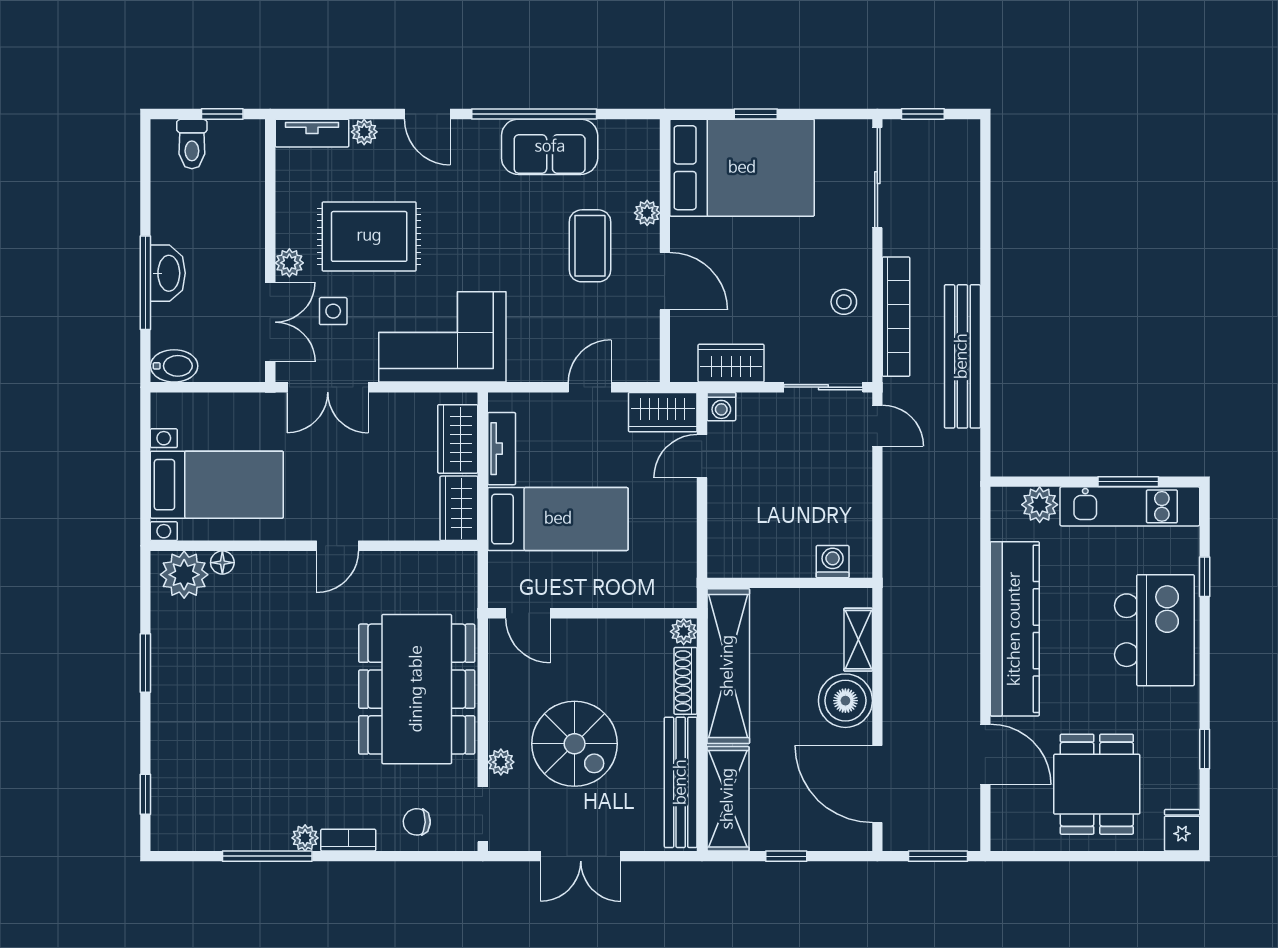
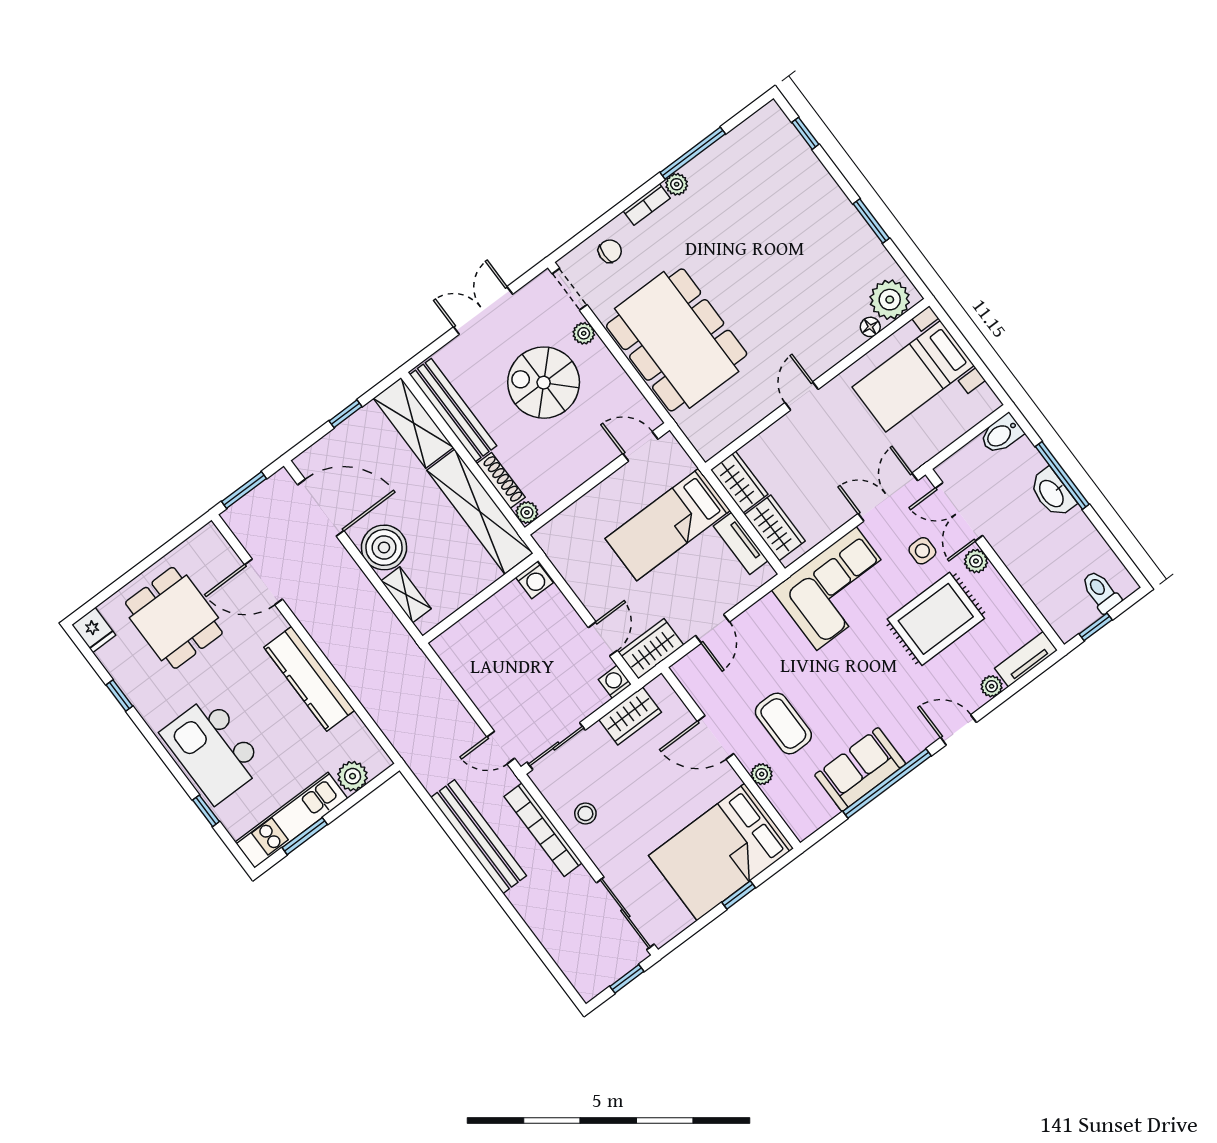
washing machine: (833, 562) -> (534, 580), moved
kitchen counter: (1015, 629) -> (309, 679), width x0.72, depth x0.86

